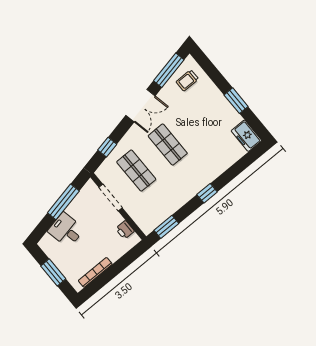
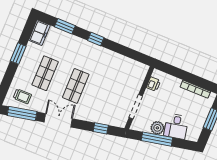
shop shelf: (136, 171) -> (45, 73), moved
plant: (75, 209) -> (157, 128), added
window: (166, 227) -> (65, 26), moved

